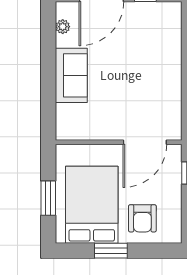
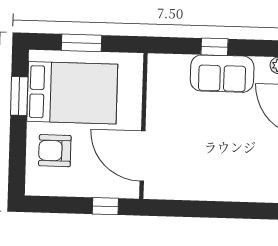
window: (48, 83) -> (215, 47), added
window: (111, 251) -> (19, 96), moved

